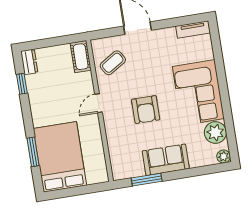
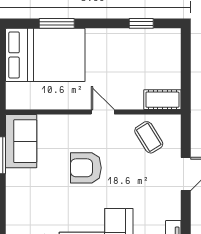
dresser: (29, 62) -> (166, 37), removed
sofa: (166, 160) -> (21, 141), moved

